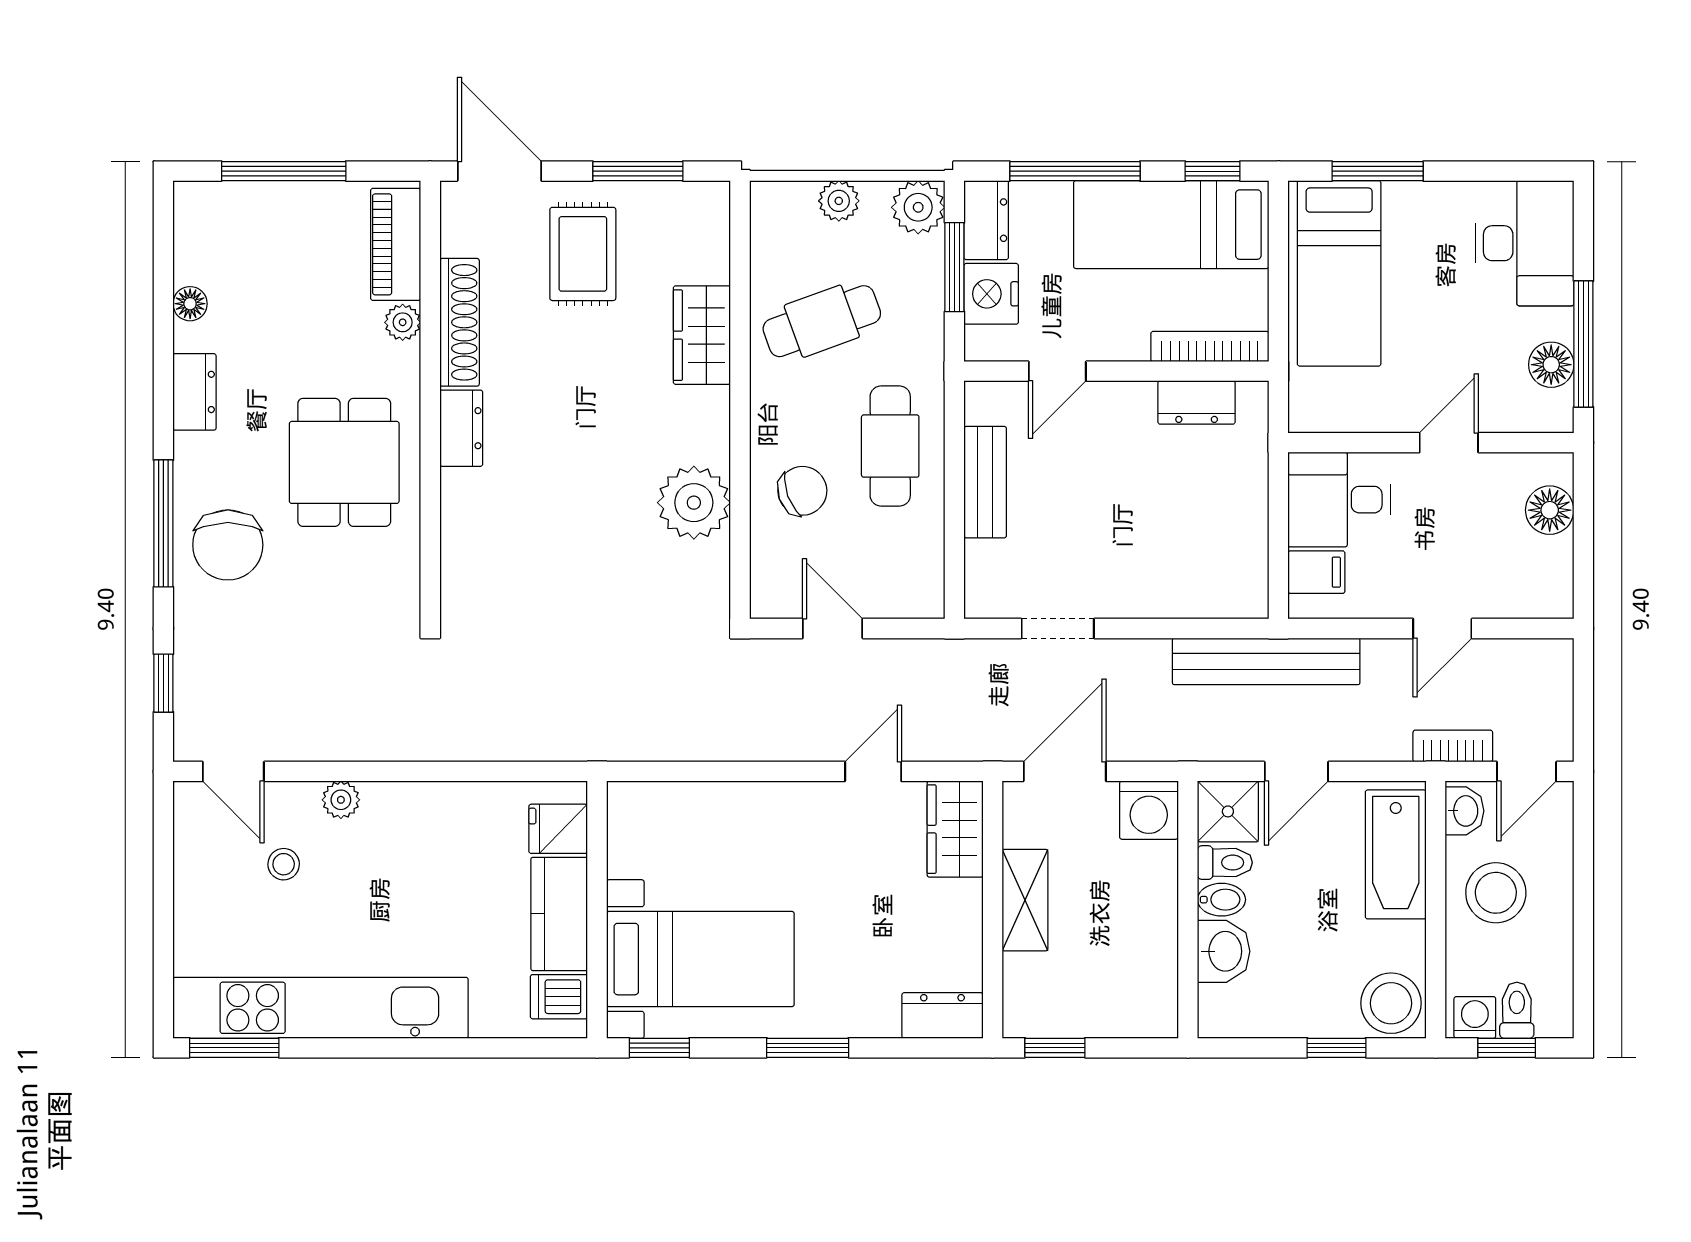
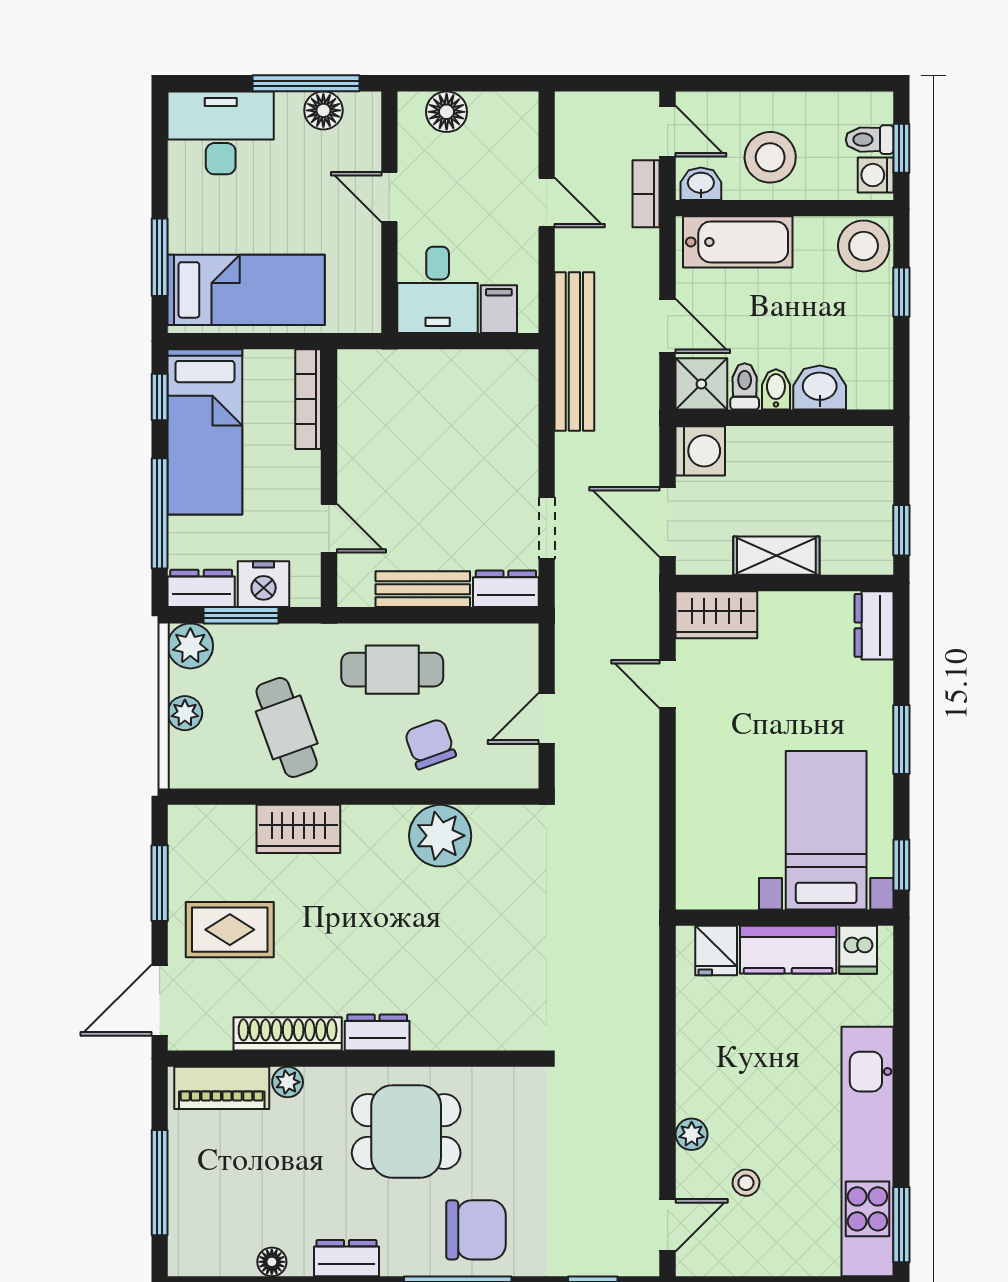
dresser: (1197, 402) -> (506, 589), moved, turned -90

